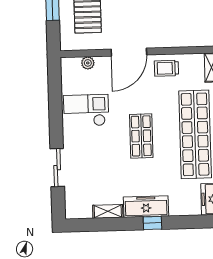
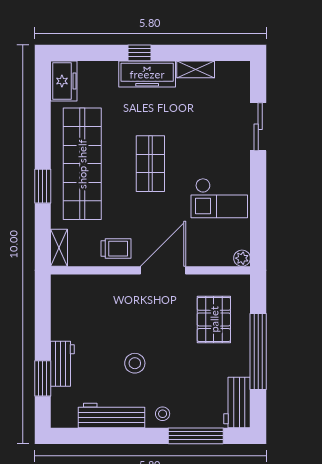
plant: (88, 63) -> (242, 258), moved

